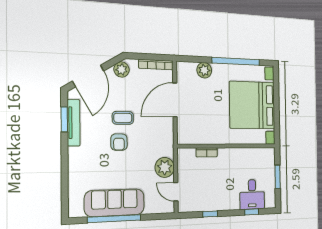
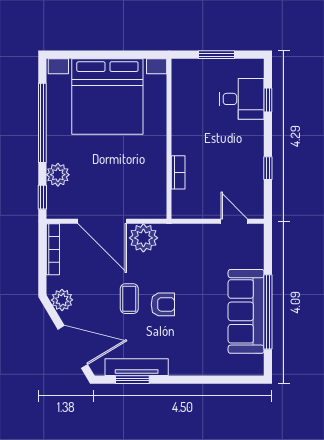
window: (190, 59) -> (42, 197), added
plant: (165, 167) -> (143, 238), moved
door: (176, 192) -> (234, 221), swing flipped

